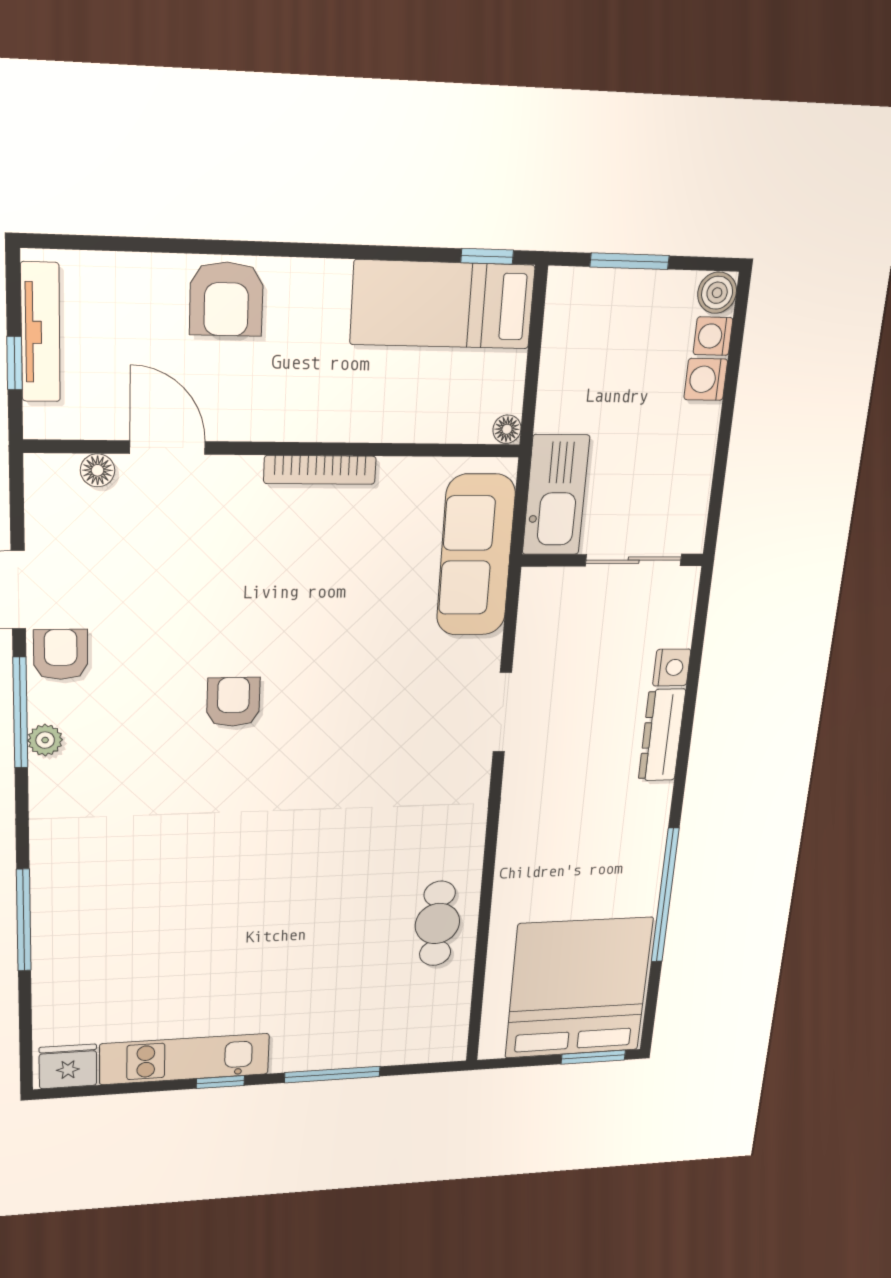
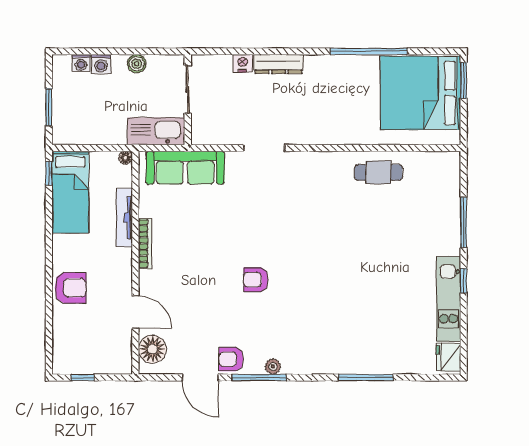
boiler: (717, 293) -> (137, 64), moved
tv unit: (40, 332) -> (124, 218), moved, turned -90
window: (15, 363) -> (83, 378), moved
door: (168, 448) -> (135, 312), swing flipped
floor lamp: (98, 470) -> (152, 349), width x1.89, depth x1.89

